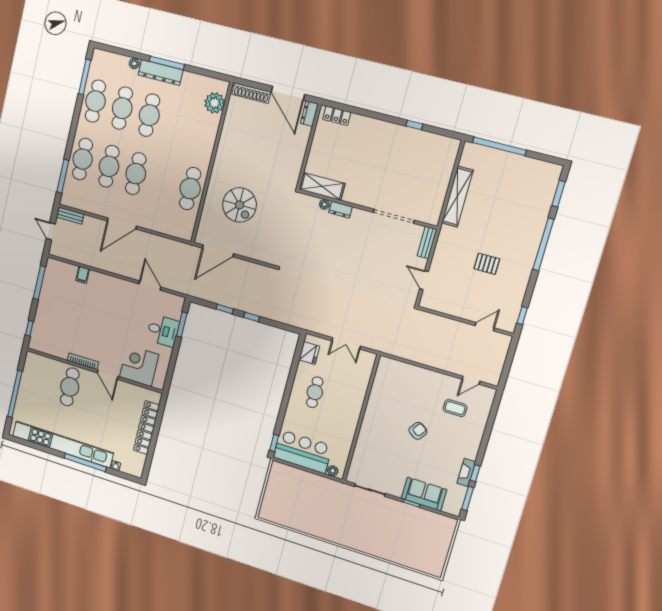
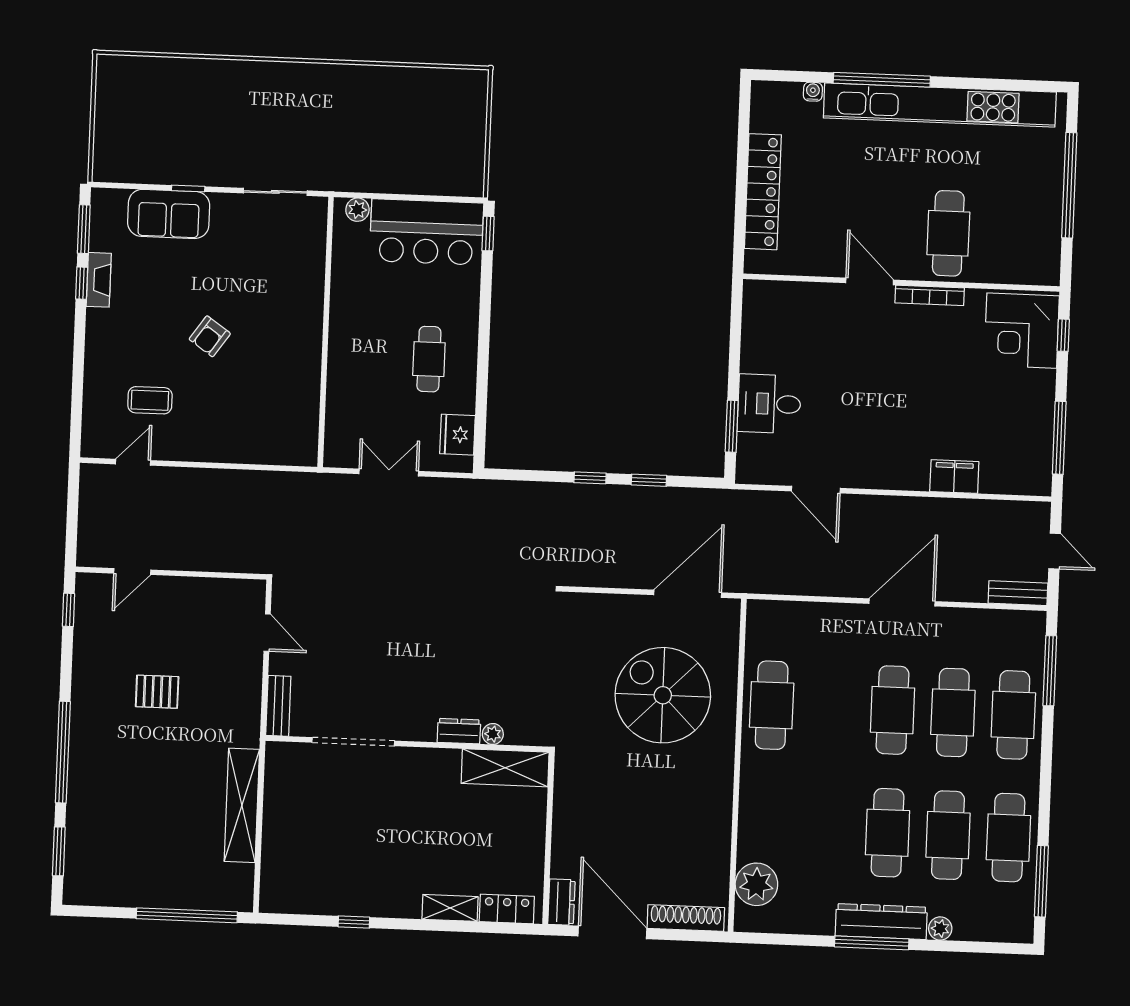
shelving: (365, 122) -> (450, 908), added
spiral stairs: (240, 205) -> (663, 695), width x1.37, depth x1.37
filing cabinet: (83, 275) -> (954, 477), width x2.00
corner desk: (139, 366) -> (1022, 331), moved, turned 90

